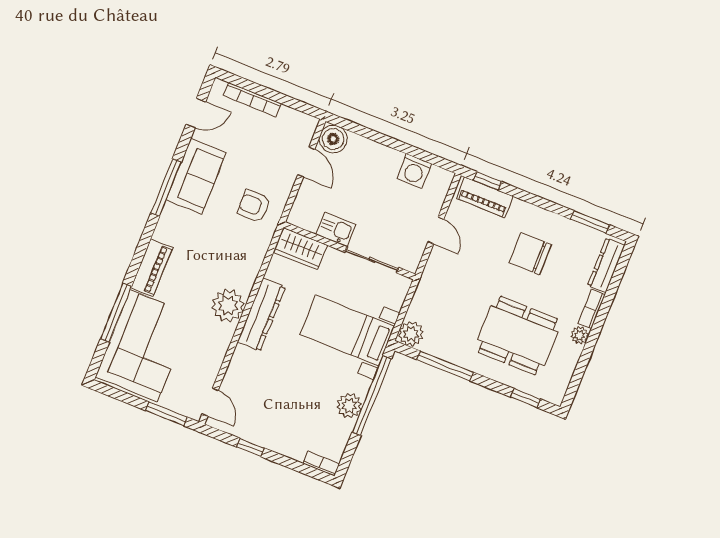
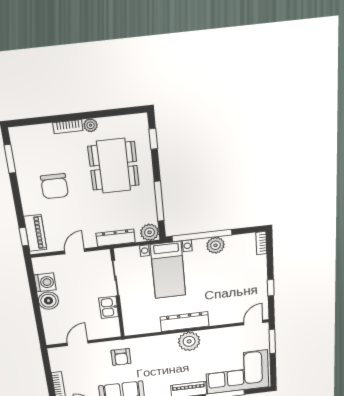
boiler: (333, 139) -> (48, 301), moved
wardrobe: (301, 249) -> (132, 320), removed
dresser: (606, 265) -> (116, 238), moved, turned 180

